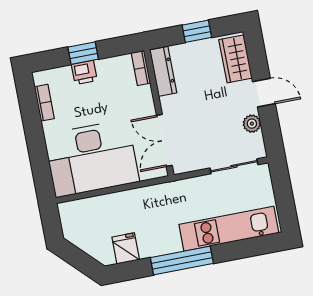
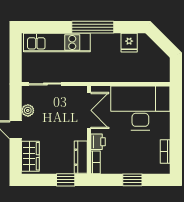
window: (197, 31) -> (66, 180), moved
printer: (84, 72) -> (98, 142), moved, turned 90

